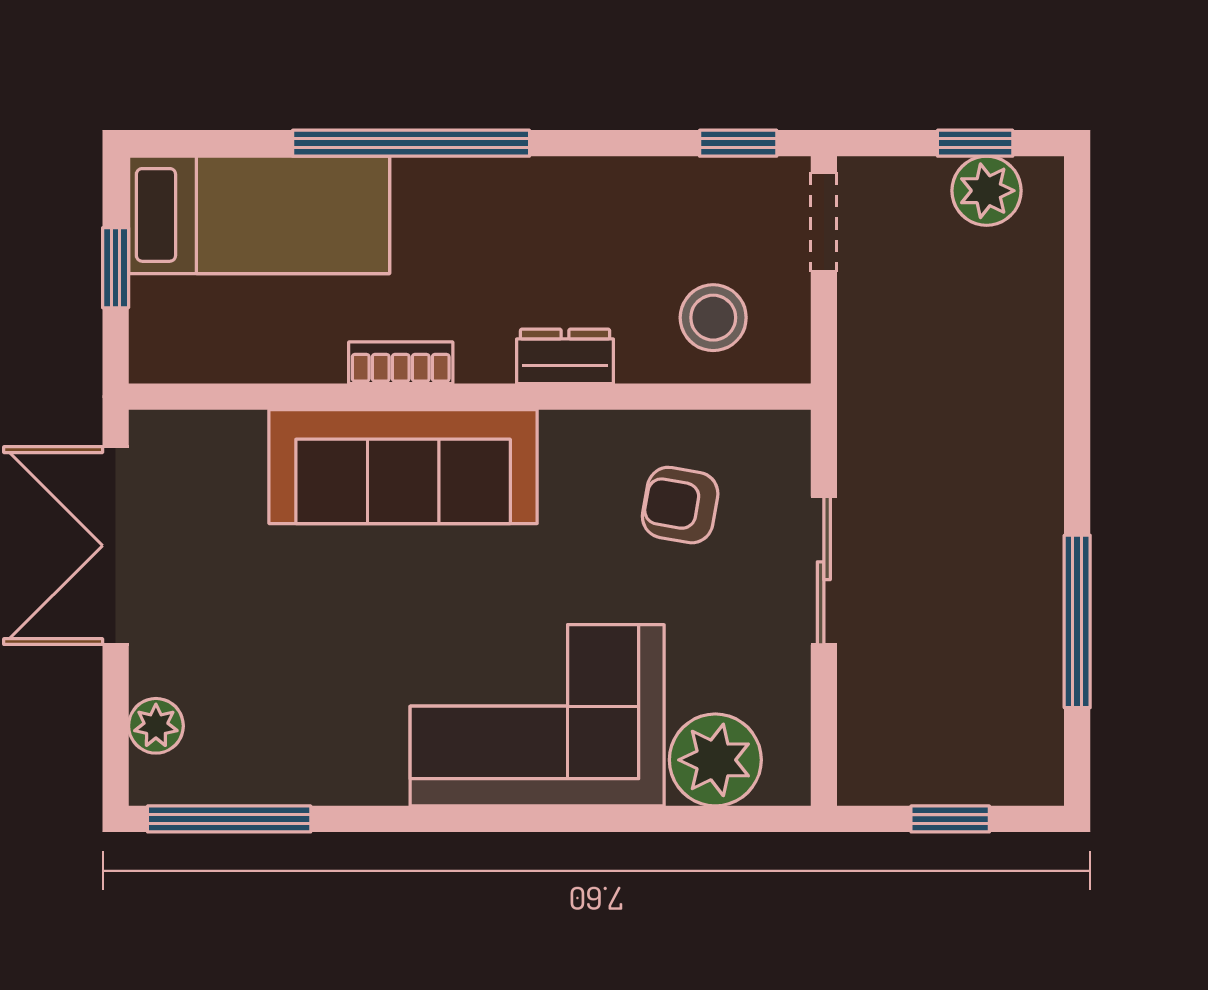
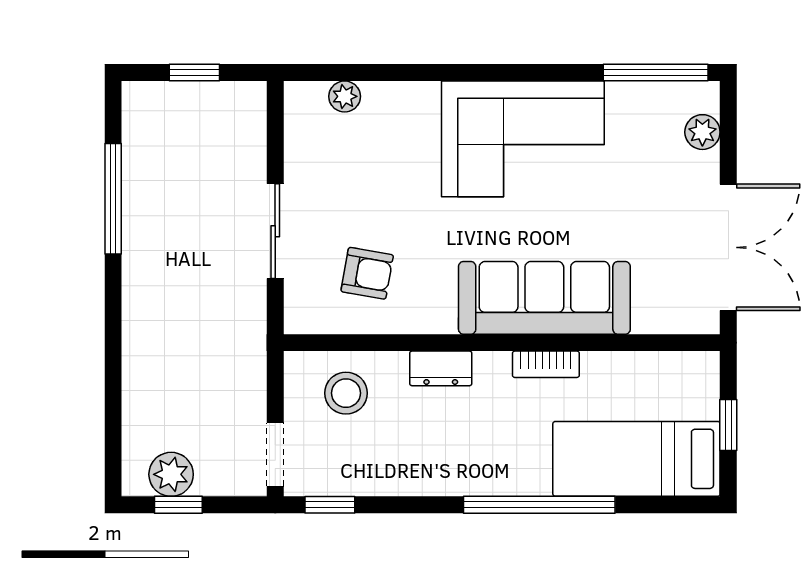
corner sofa: (537, 715) -> (523, 139), moved
plant: (715, 760) -> (345, 96), width x0.53, depth x0.53

